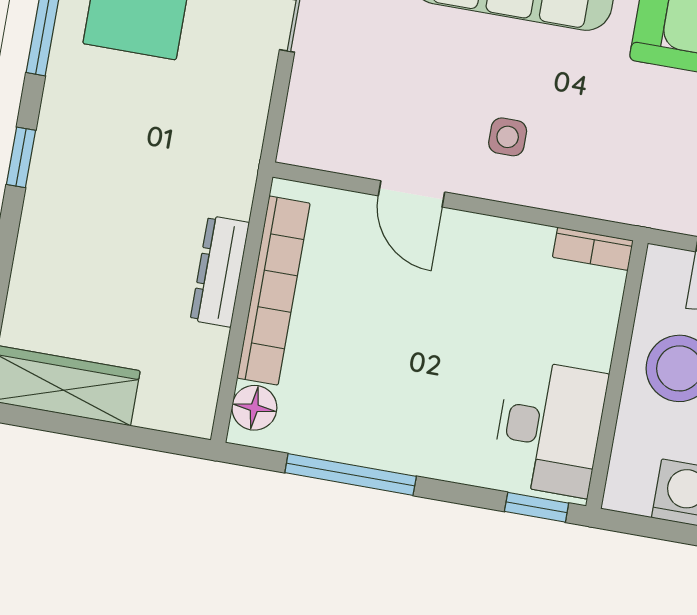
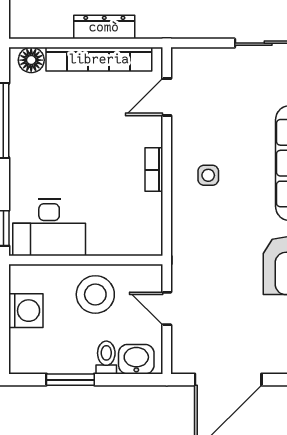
door: (411, 194) -> (167, 97), moved
bookcase: (593, 249) -> (154, 170), moved

